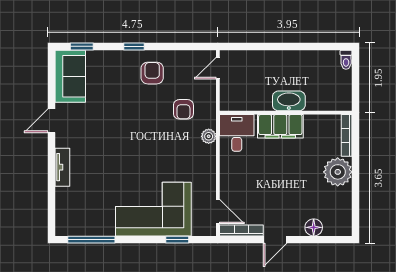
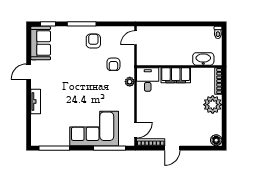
window: (134, 46) -> (82, 24), width x2.17
washbasin: (289, 101) -> (203, 59), moved
door: (218, 212) -> (136, 130), hinge flipped
floor lamp: (314, 227) -> (216, 140), moved
window: (177, 240) -> (110, 148), width x2.17

